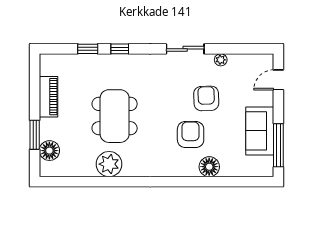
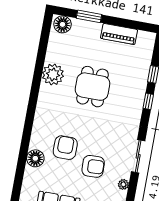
dining table: (115, 116) -> (92, 87), width x0.73
armchair: (191, 135) -> (65, 148), turned -90
floor lamp: (49, 151) -> (63, 24), moved

